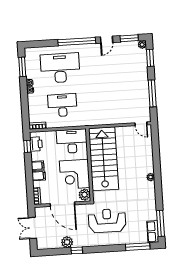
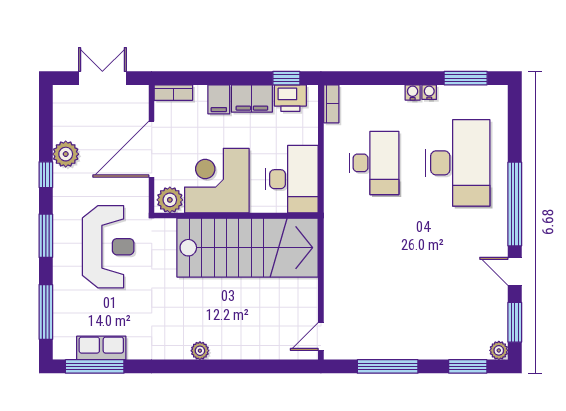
filing cabinet: (38, 166) -> (252, 99), width x2.00
row of seats: (153, 232) -> (101, 348), moved
window: (104, 249) -> (46, 236), added

